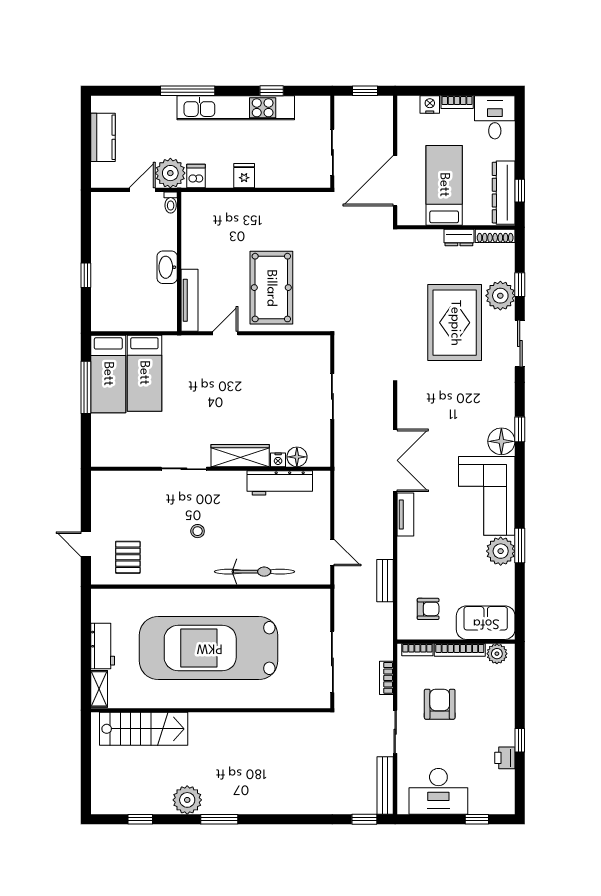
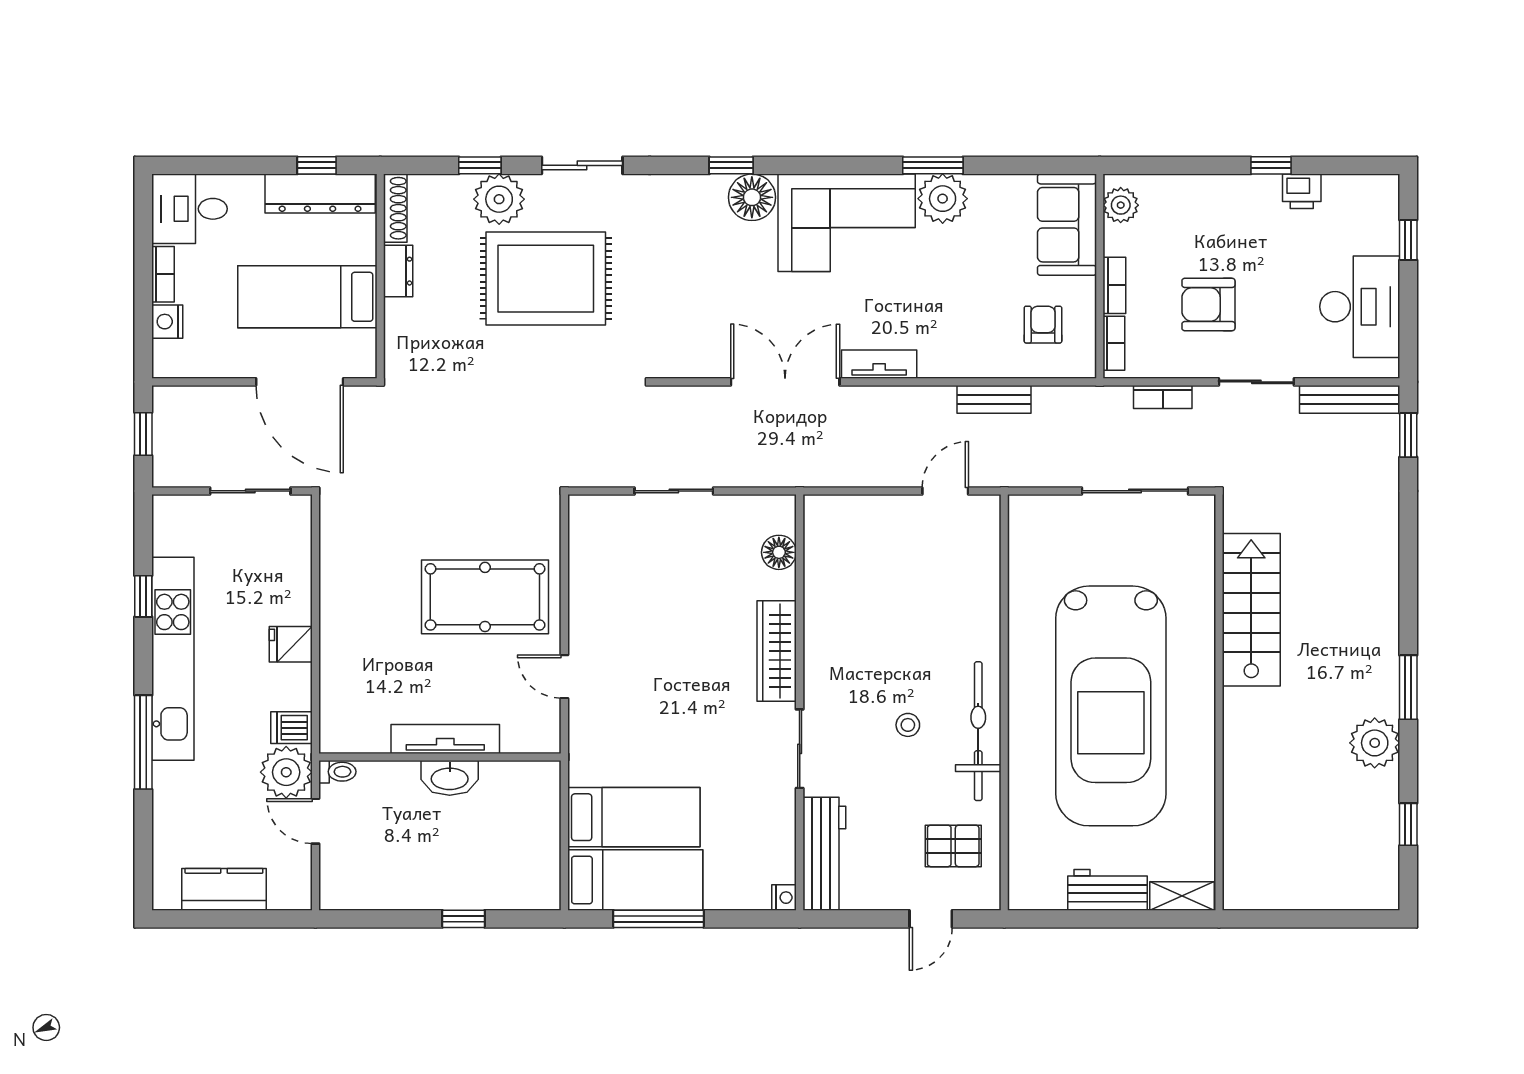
tv unit: (190, 300) -> (445, 739), moved
nightstand: (278, 460) -> (784, 898), moved
workbench: (280, 483) -> (824, 854), moved
bicycle: (254, 572) -> (978, 731), moved
bookcase: (460, 650) -> (1114, 285), width x0.64
stairs: (144, 729) -> (1251, 610), moved

